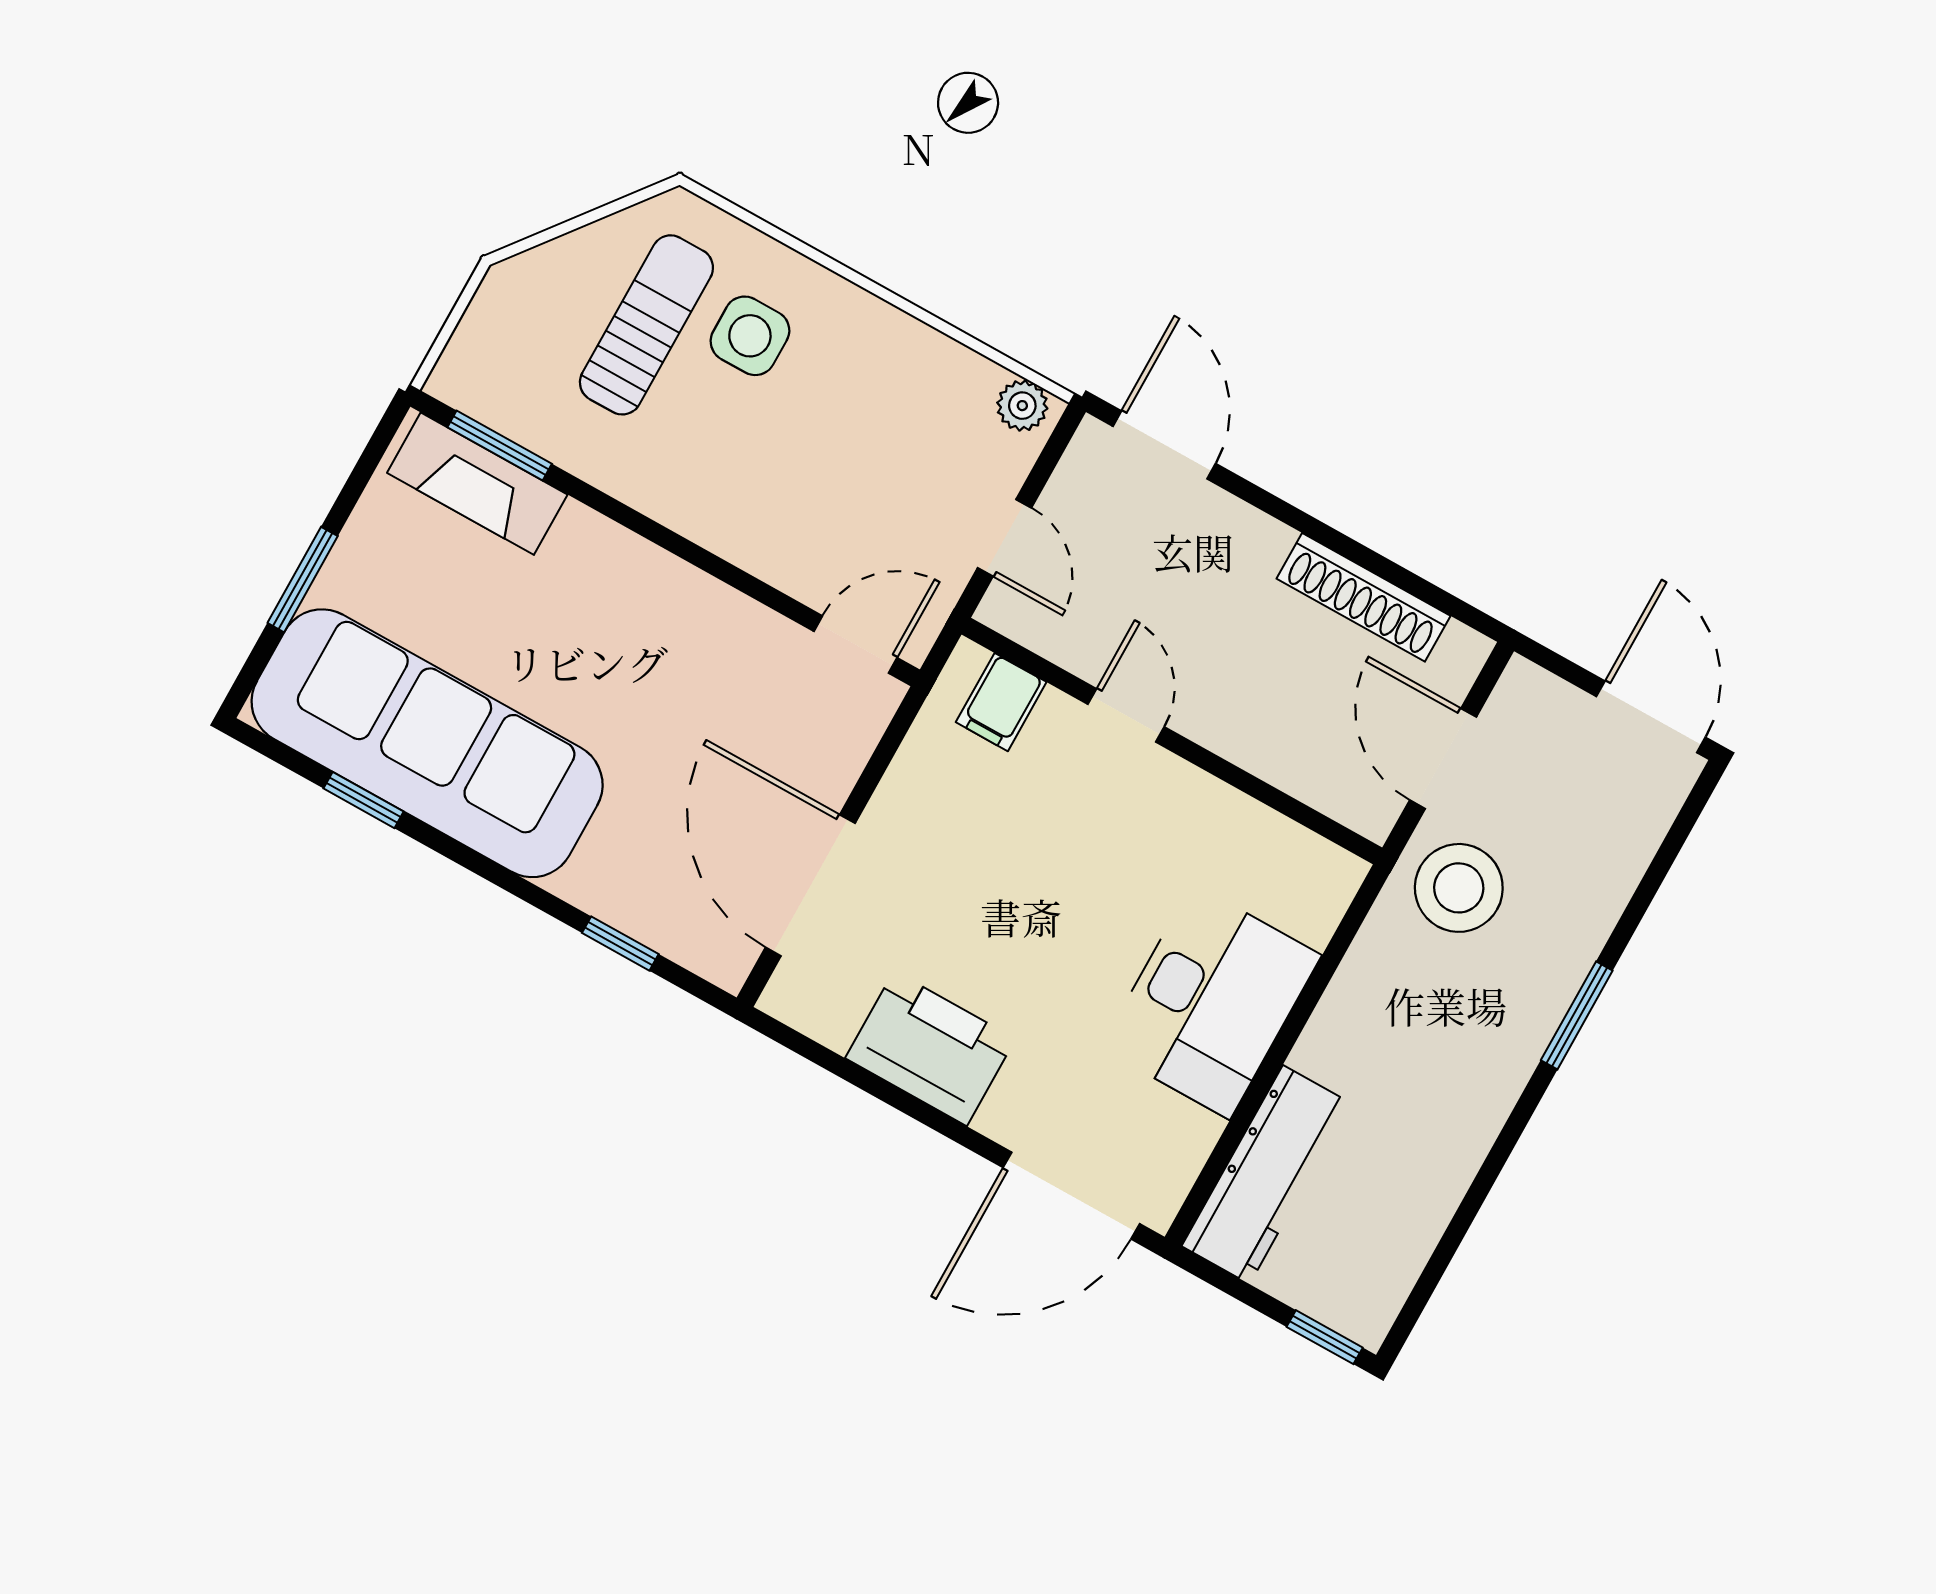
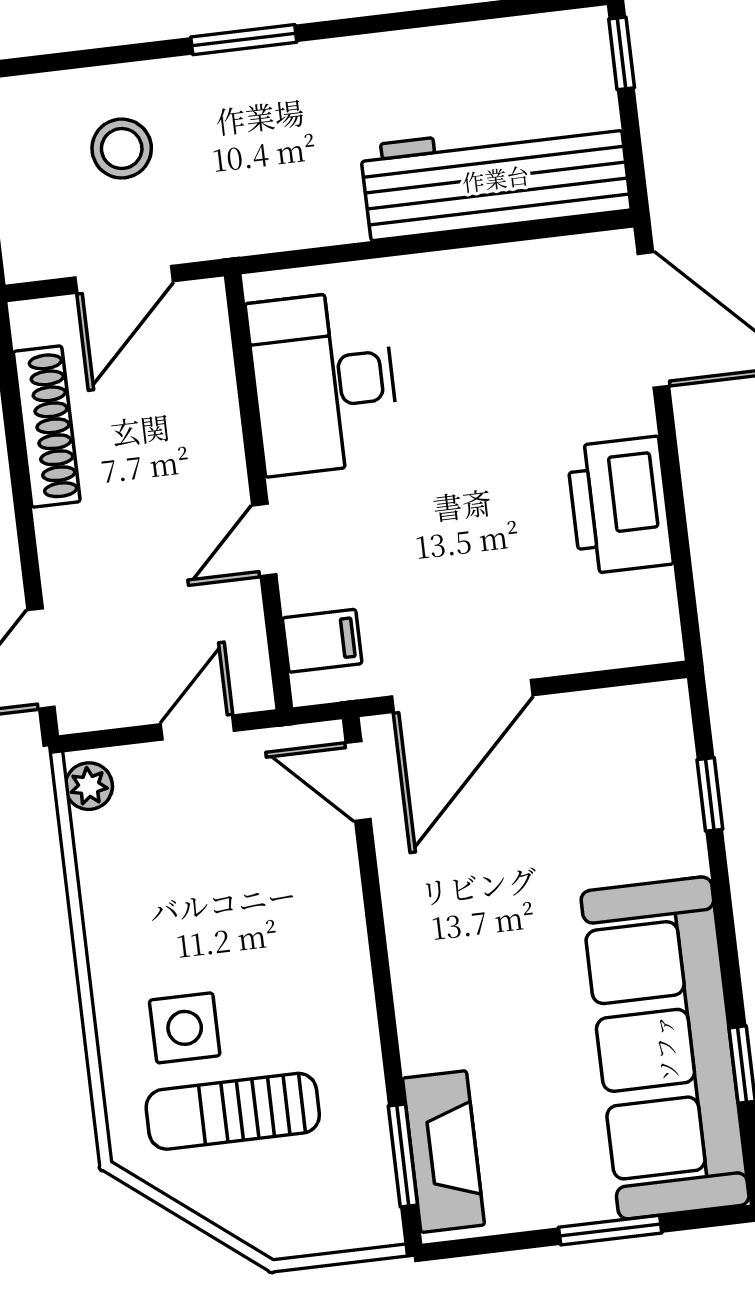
door: (810, 885) -> (462, 696), moved
stool: (1459, 888) -> (122, 149), moved, width x0.73, depth x0.73
desk: (1211, 1002) -> (324, 383), moved, turned -90
workbench: (1266, 1175) -> (496, 178), width x1.36, depth x1.32

